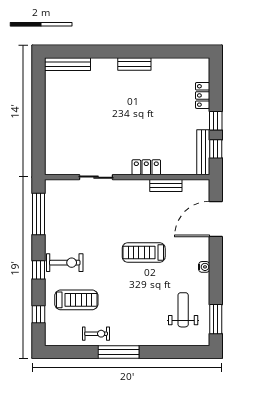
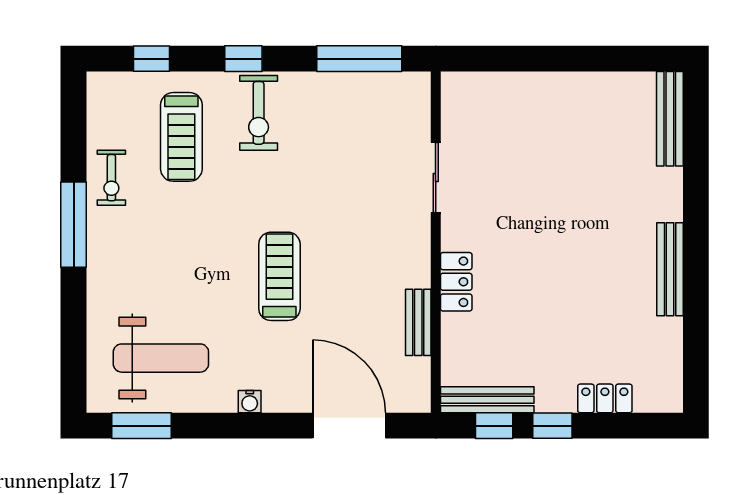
bench: (134, 64) -> (670, 269), width x1.36
weight bench: (183, 310) -> (161, 358), width x1.36, depth x1.33

